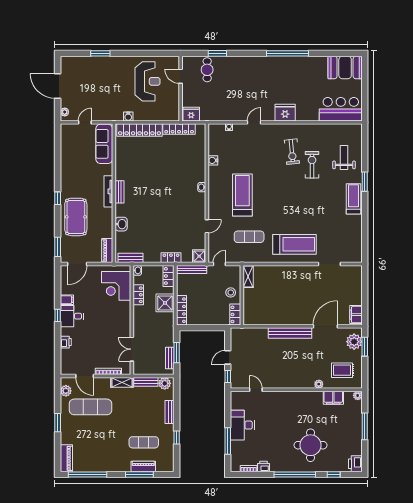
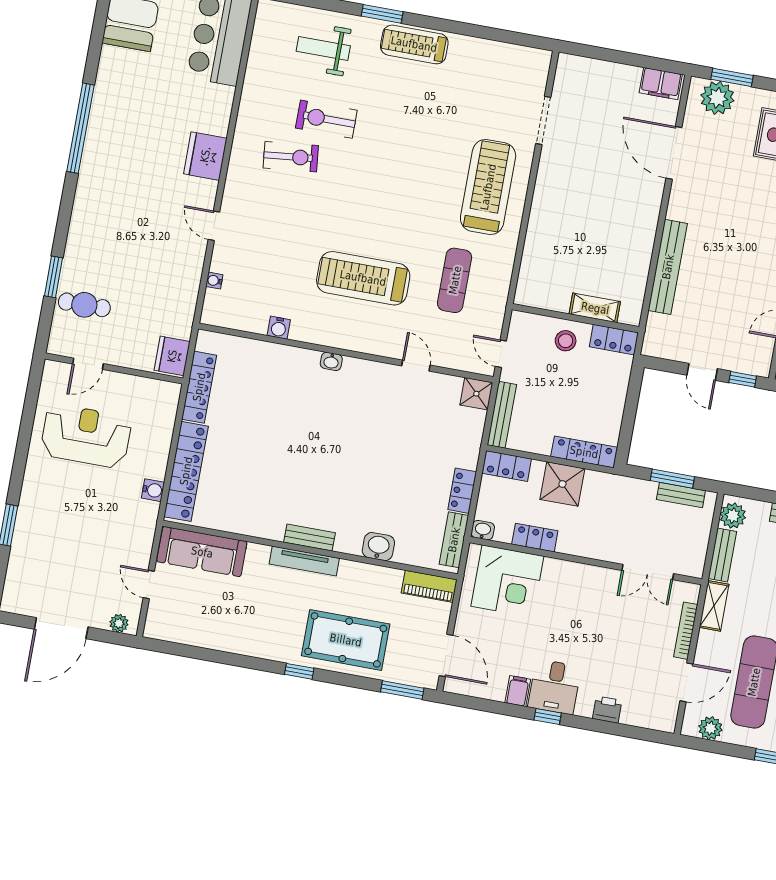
locker: (171, 258) -> (462, 491), moved
shelving: (248, 276) -> (595, 308), moved
bench: (290, 333) -> (668, 267), moved

